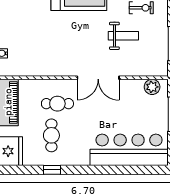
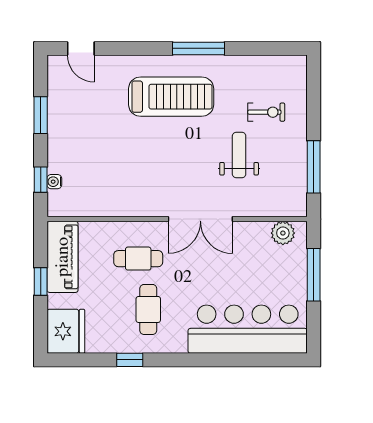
weight bench: (123, 36) -> (239, 155), turned -90
cafe table: (51, 135) -> (148, 309), moved

